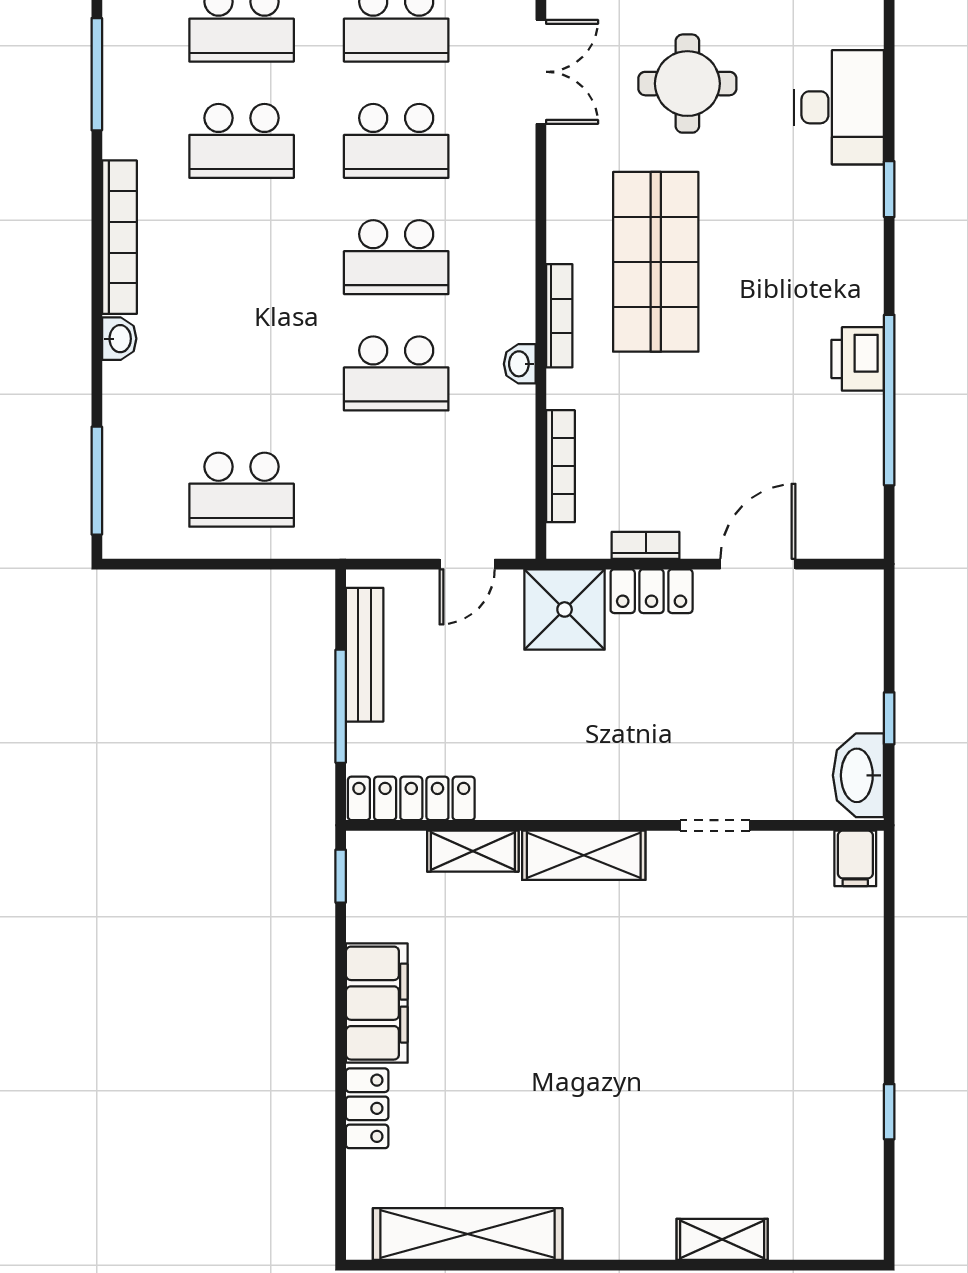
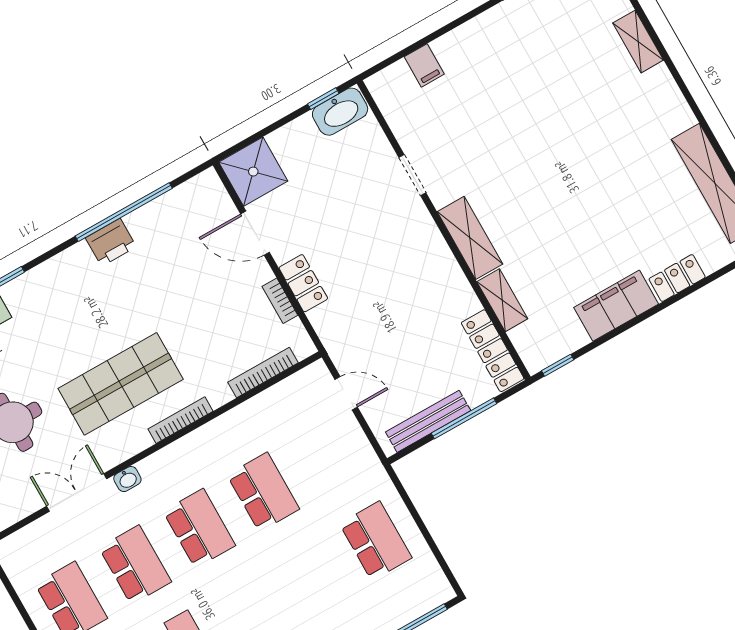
double door: (541, 72) -> (77, 493), moved
washbasin: (520, 364) -> (127, 479), moved
shower: (565, 609) -> (253, 172), moved
window: (889, 718) -> (323, 99), moved
filing cabinet: (855, 858) -> (424, 65), moved, turned 90

